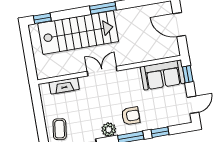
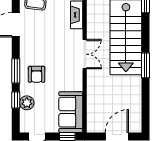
plant: (109, 130) -> (27, 103), moved

